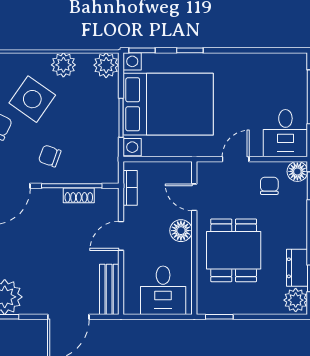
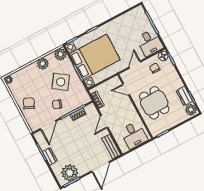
side table: (32, 99) -> (61, 82), moved
floor lamp: (181, 231) -> (128, 106), removed

